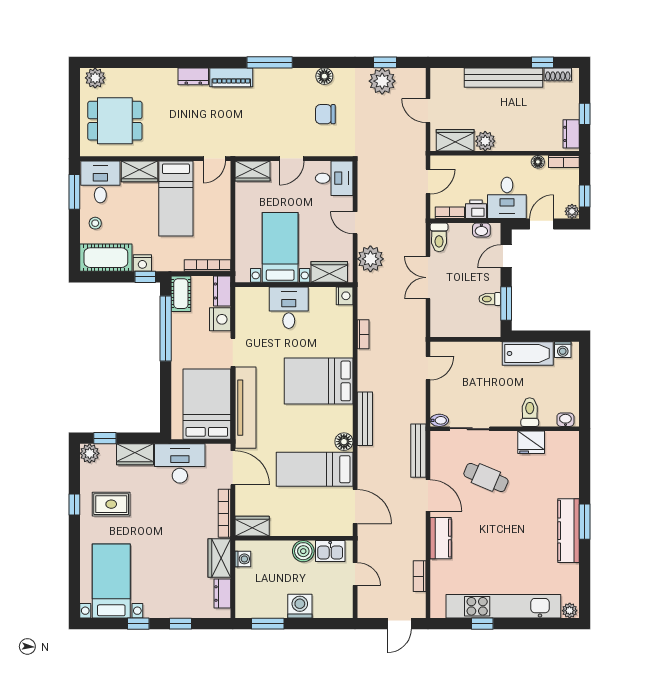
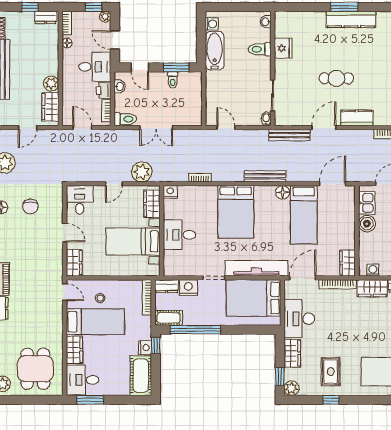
stool: (95, 223) -> (100, 298), moved
cafe table: (486, 477) -> (336, 78), moved, turned 67

